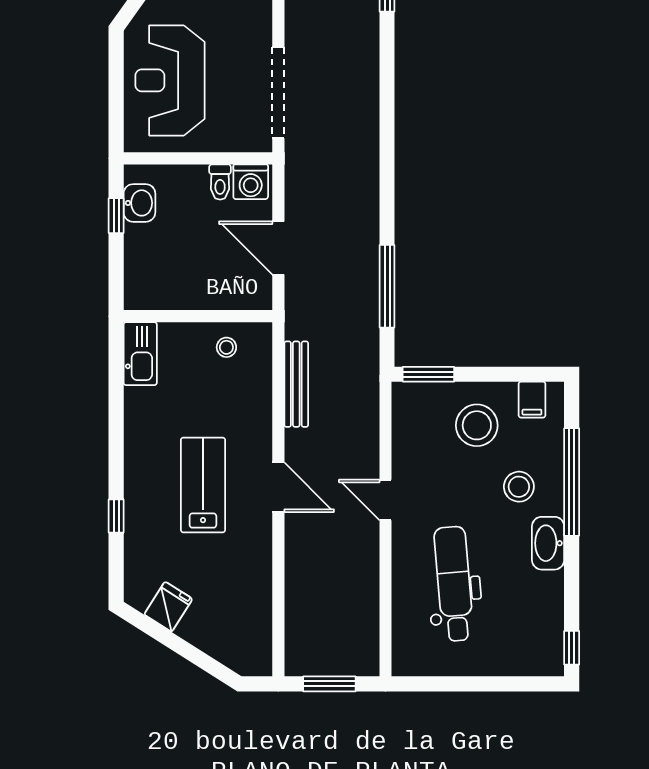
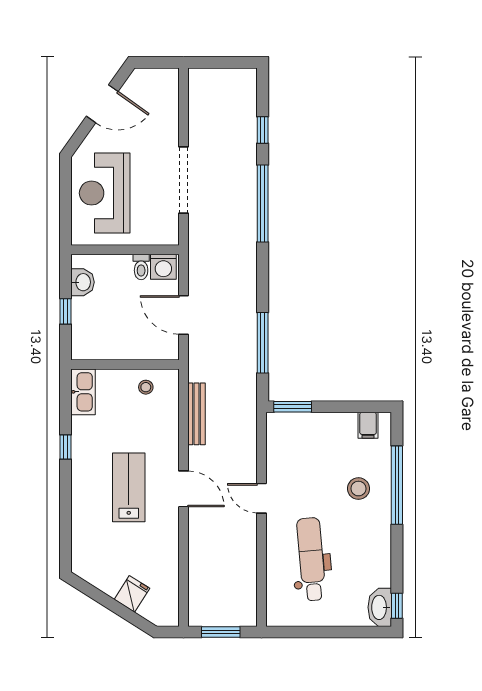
doorway: (278, 93) -> (184, 180), moved
window: (387, 95) -> (263, 203), added
window: (116, 216) -> (66, 311), moved
stool: (477, 425) -> (328, 444), removed
window: (116, 516) -> (66, 447), moved
washbasin: (548, 543) -> (380, 607), moved
fridge: (168, 607) -> (132, 594), moved

